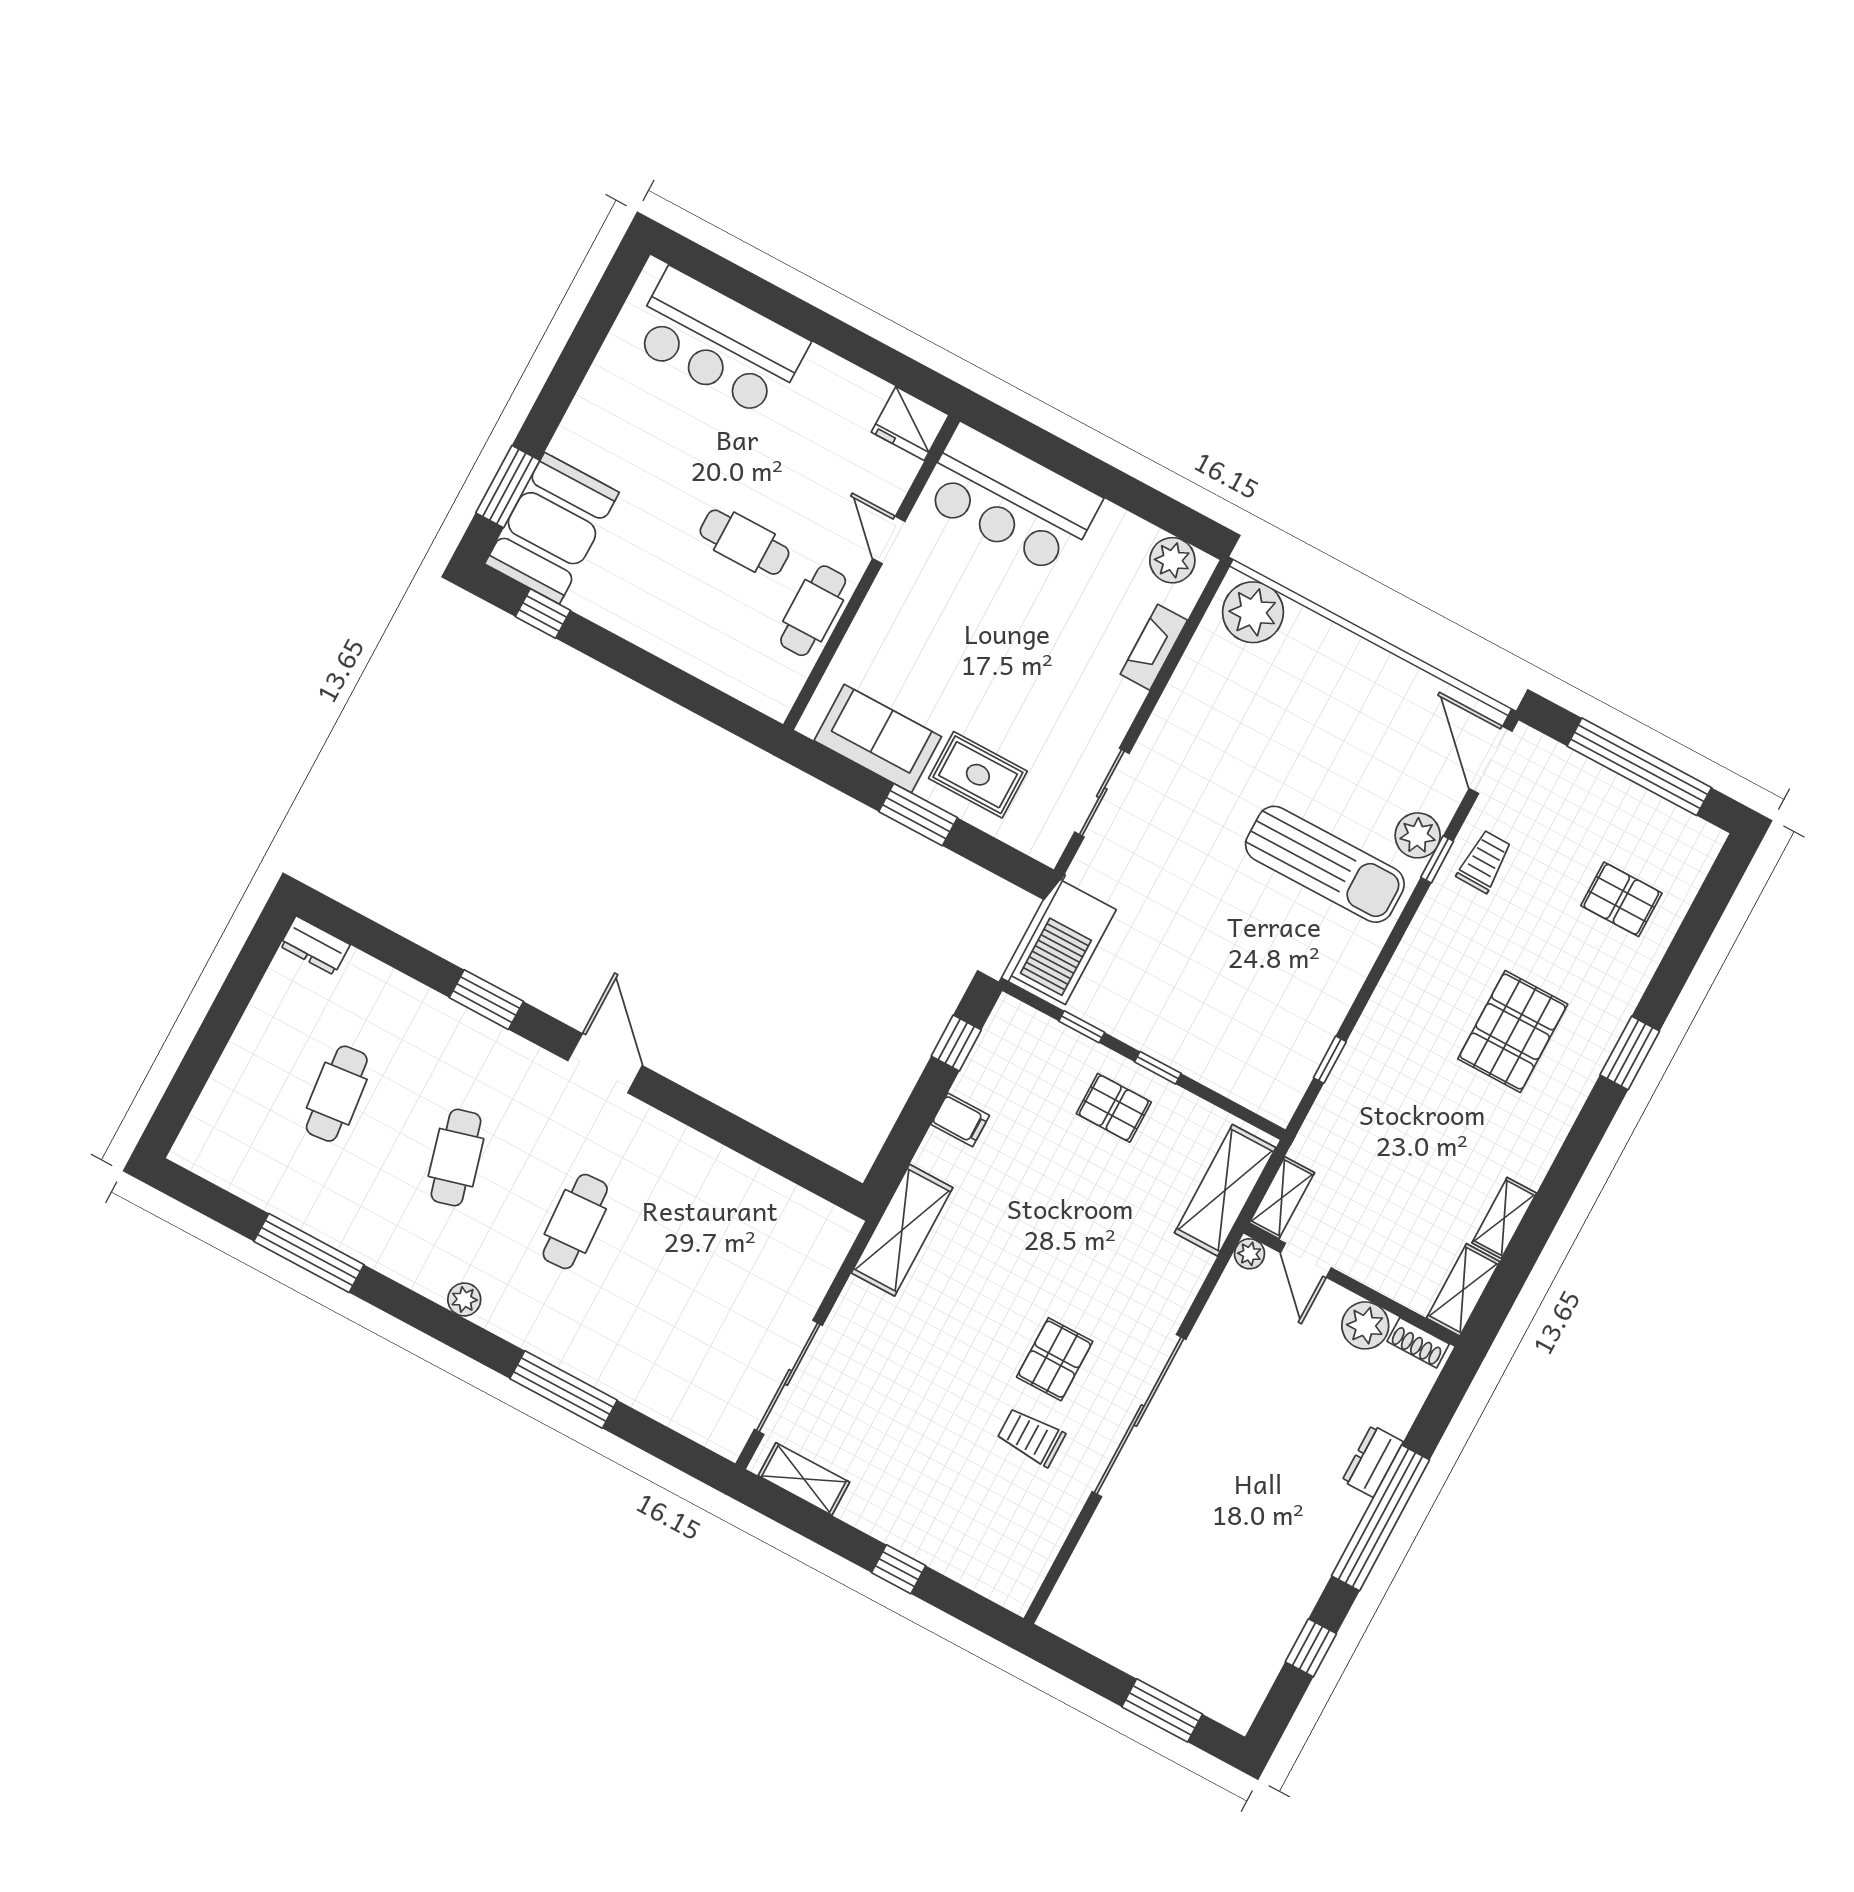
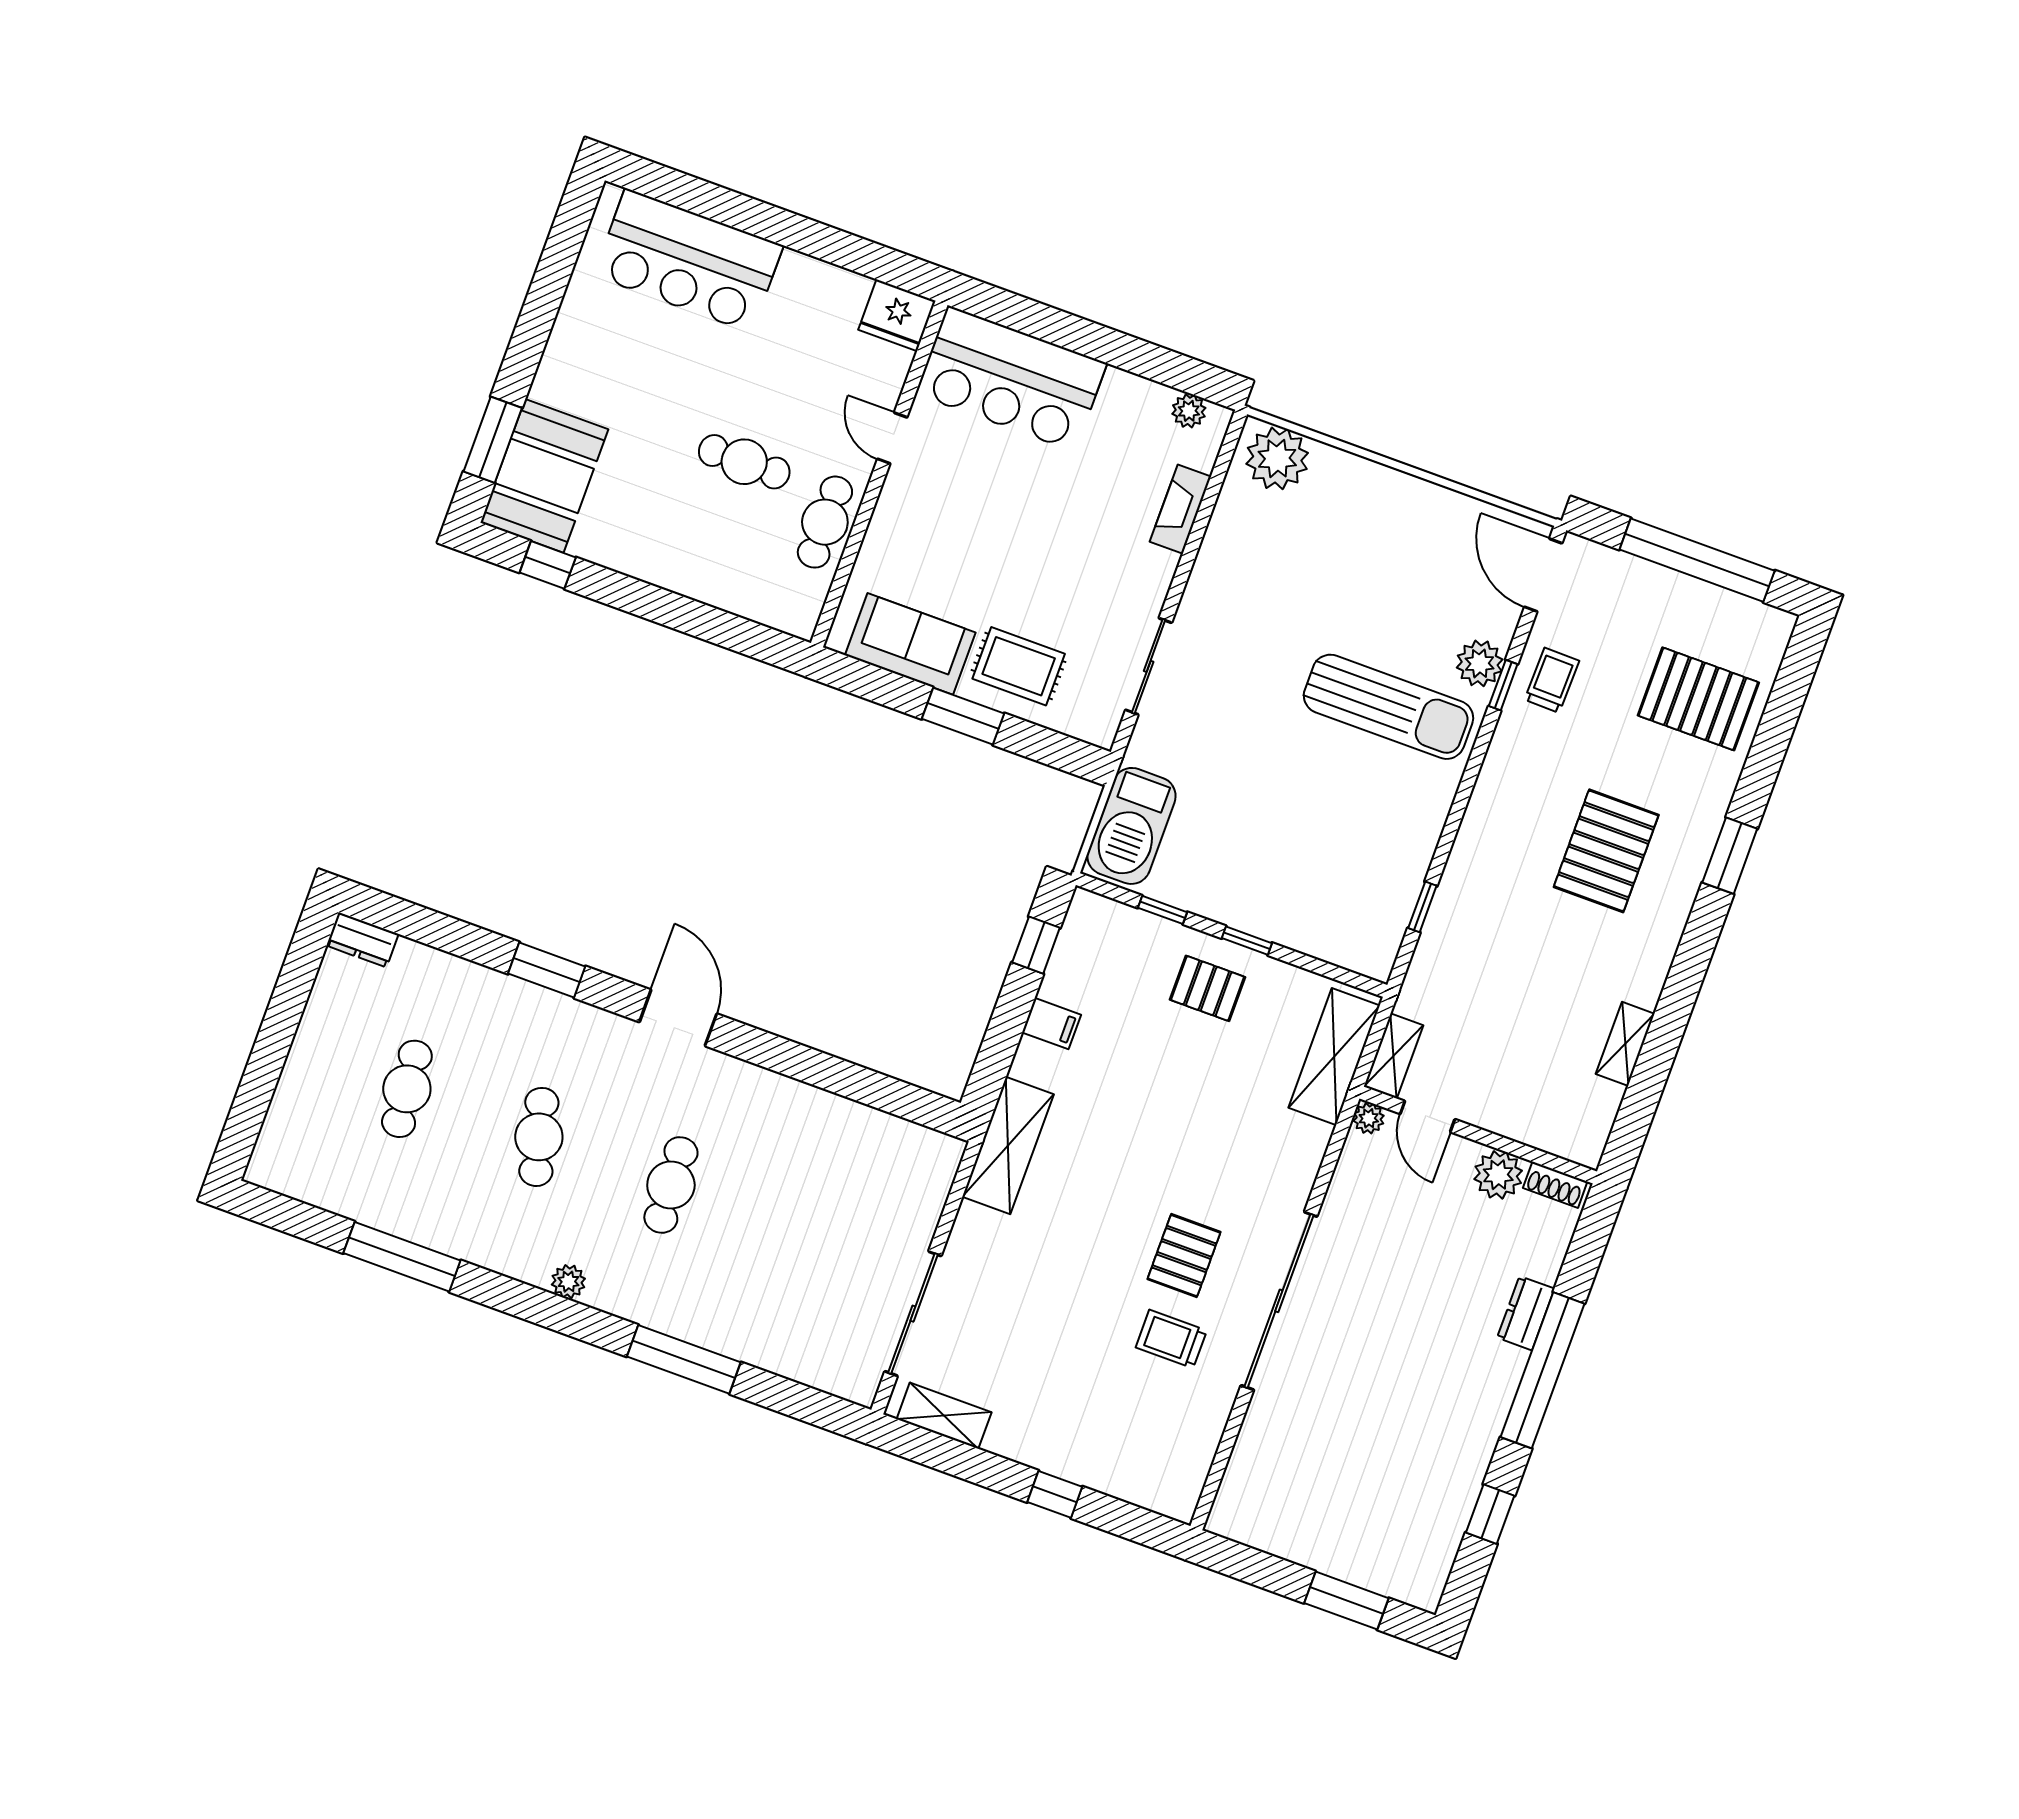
plant: (1172, 560) -> (1189, 411), width x0.73, depth x0.73
pallet: (1621, 899) -> (1698, 699), width x1.50, depth x1.42
shelving: (1463, 1290) -> (1594, 1124), removed

